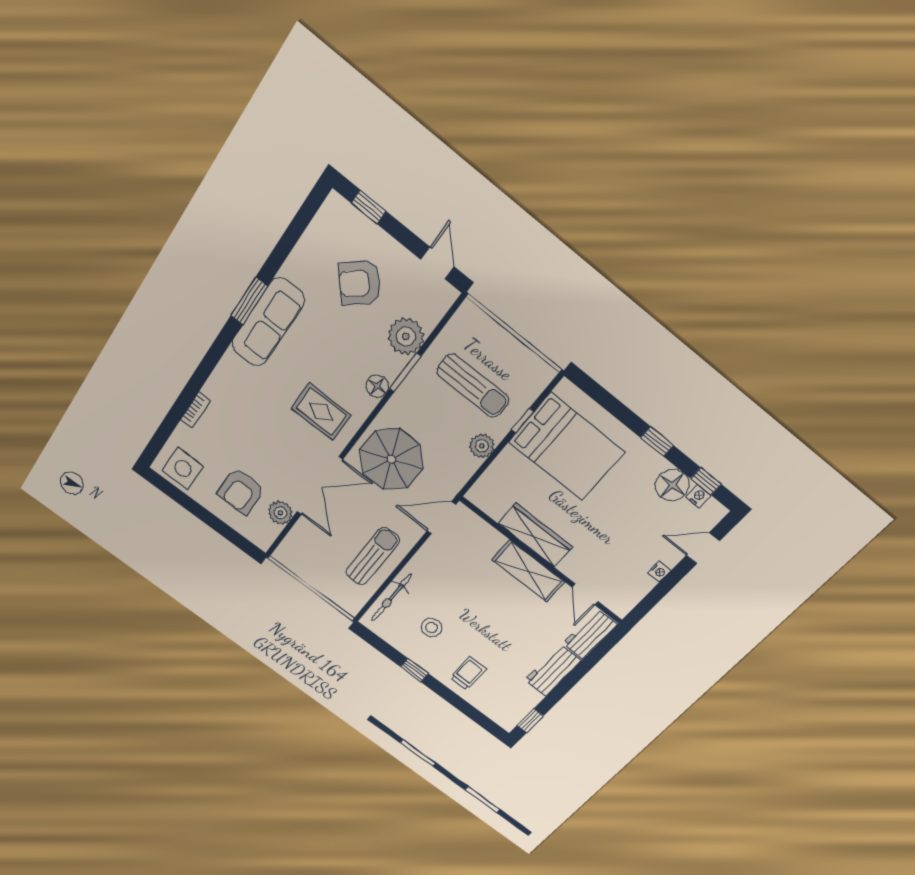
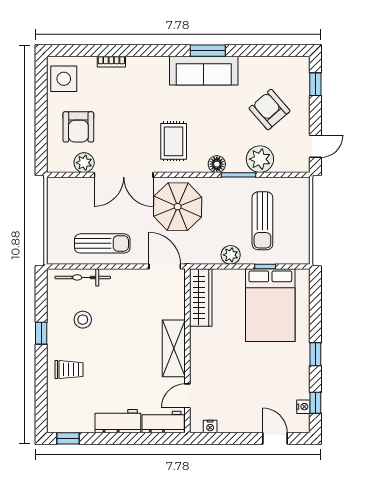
floor lamp: (672, 485) -> (297, 386), removed
armchair: (241, 491) -> (78, 127), turned -90
wardrobe: (535, 535) -> (201, 298), moved
nightstand: (659, 571) -> (210, 427), moved

